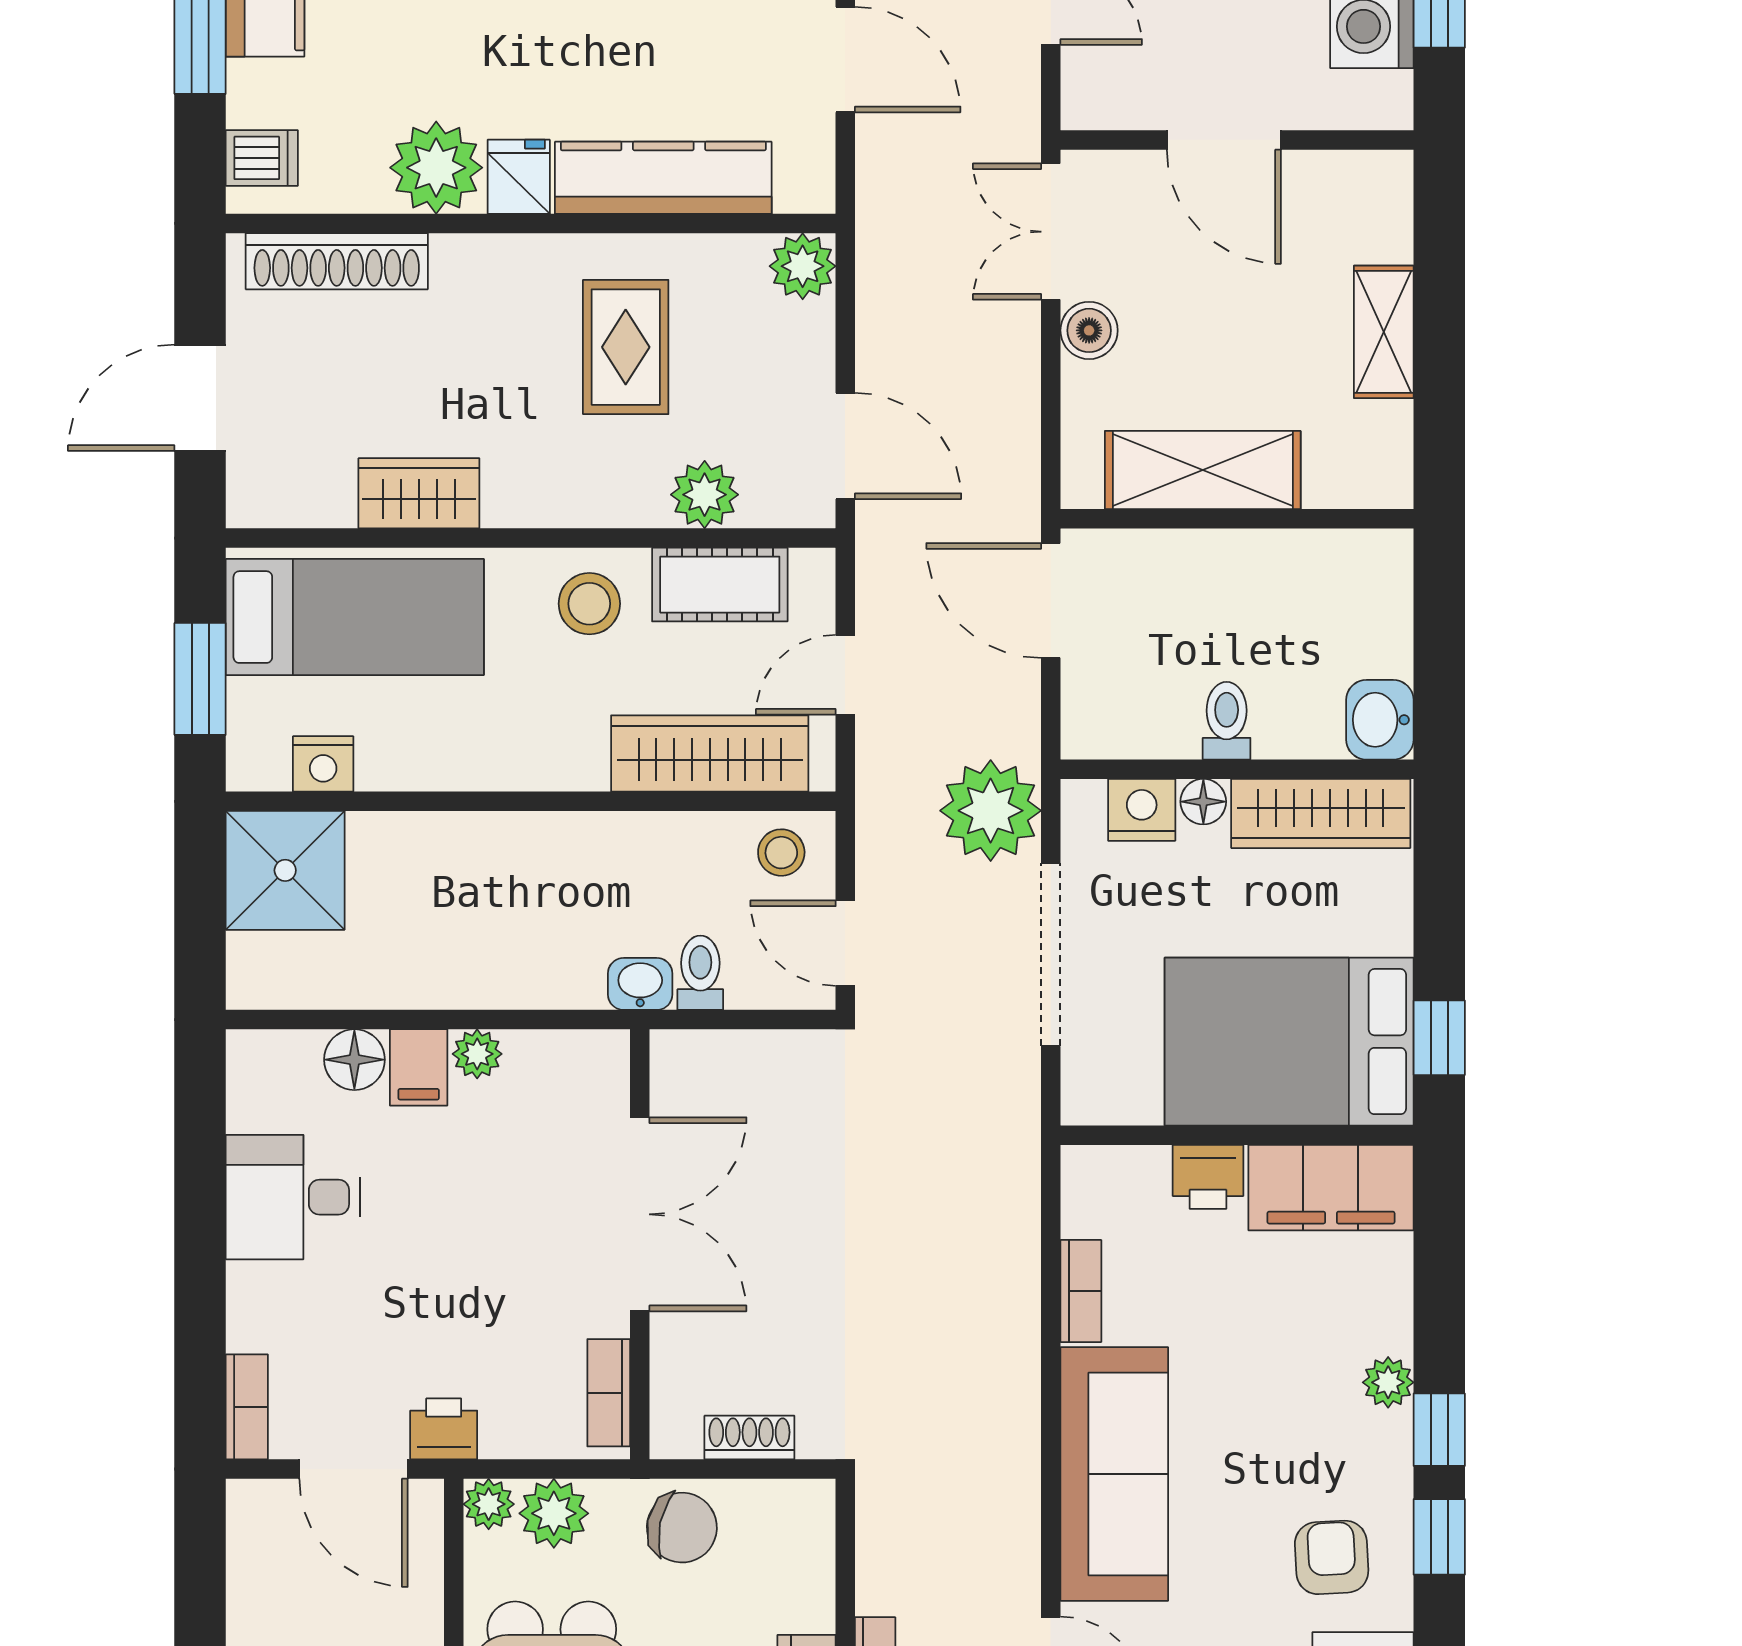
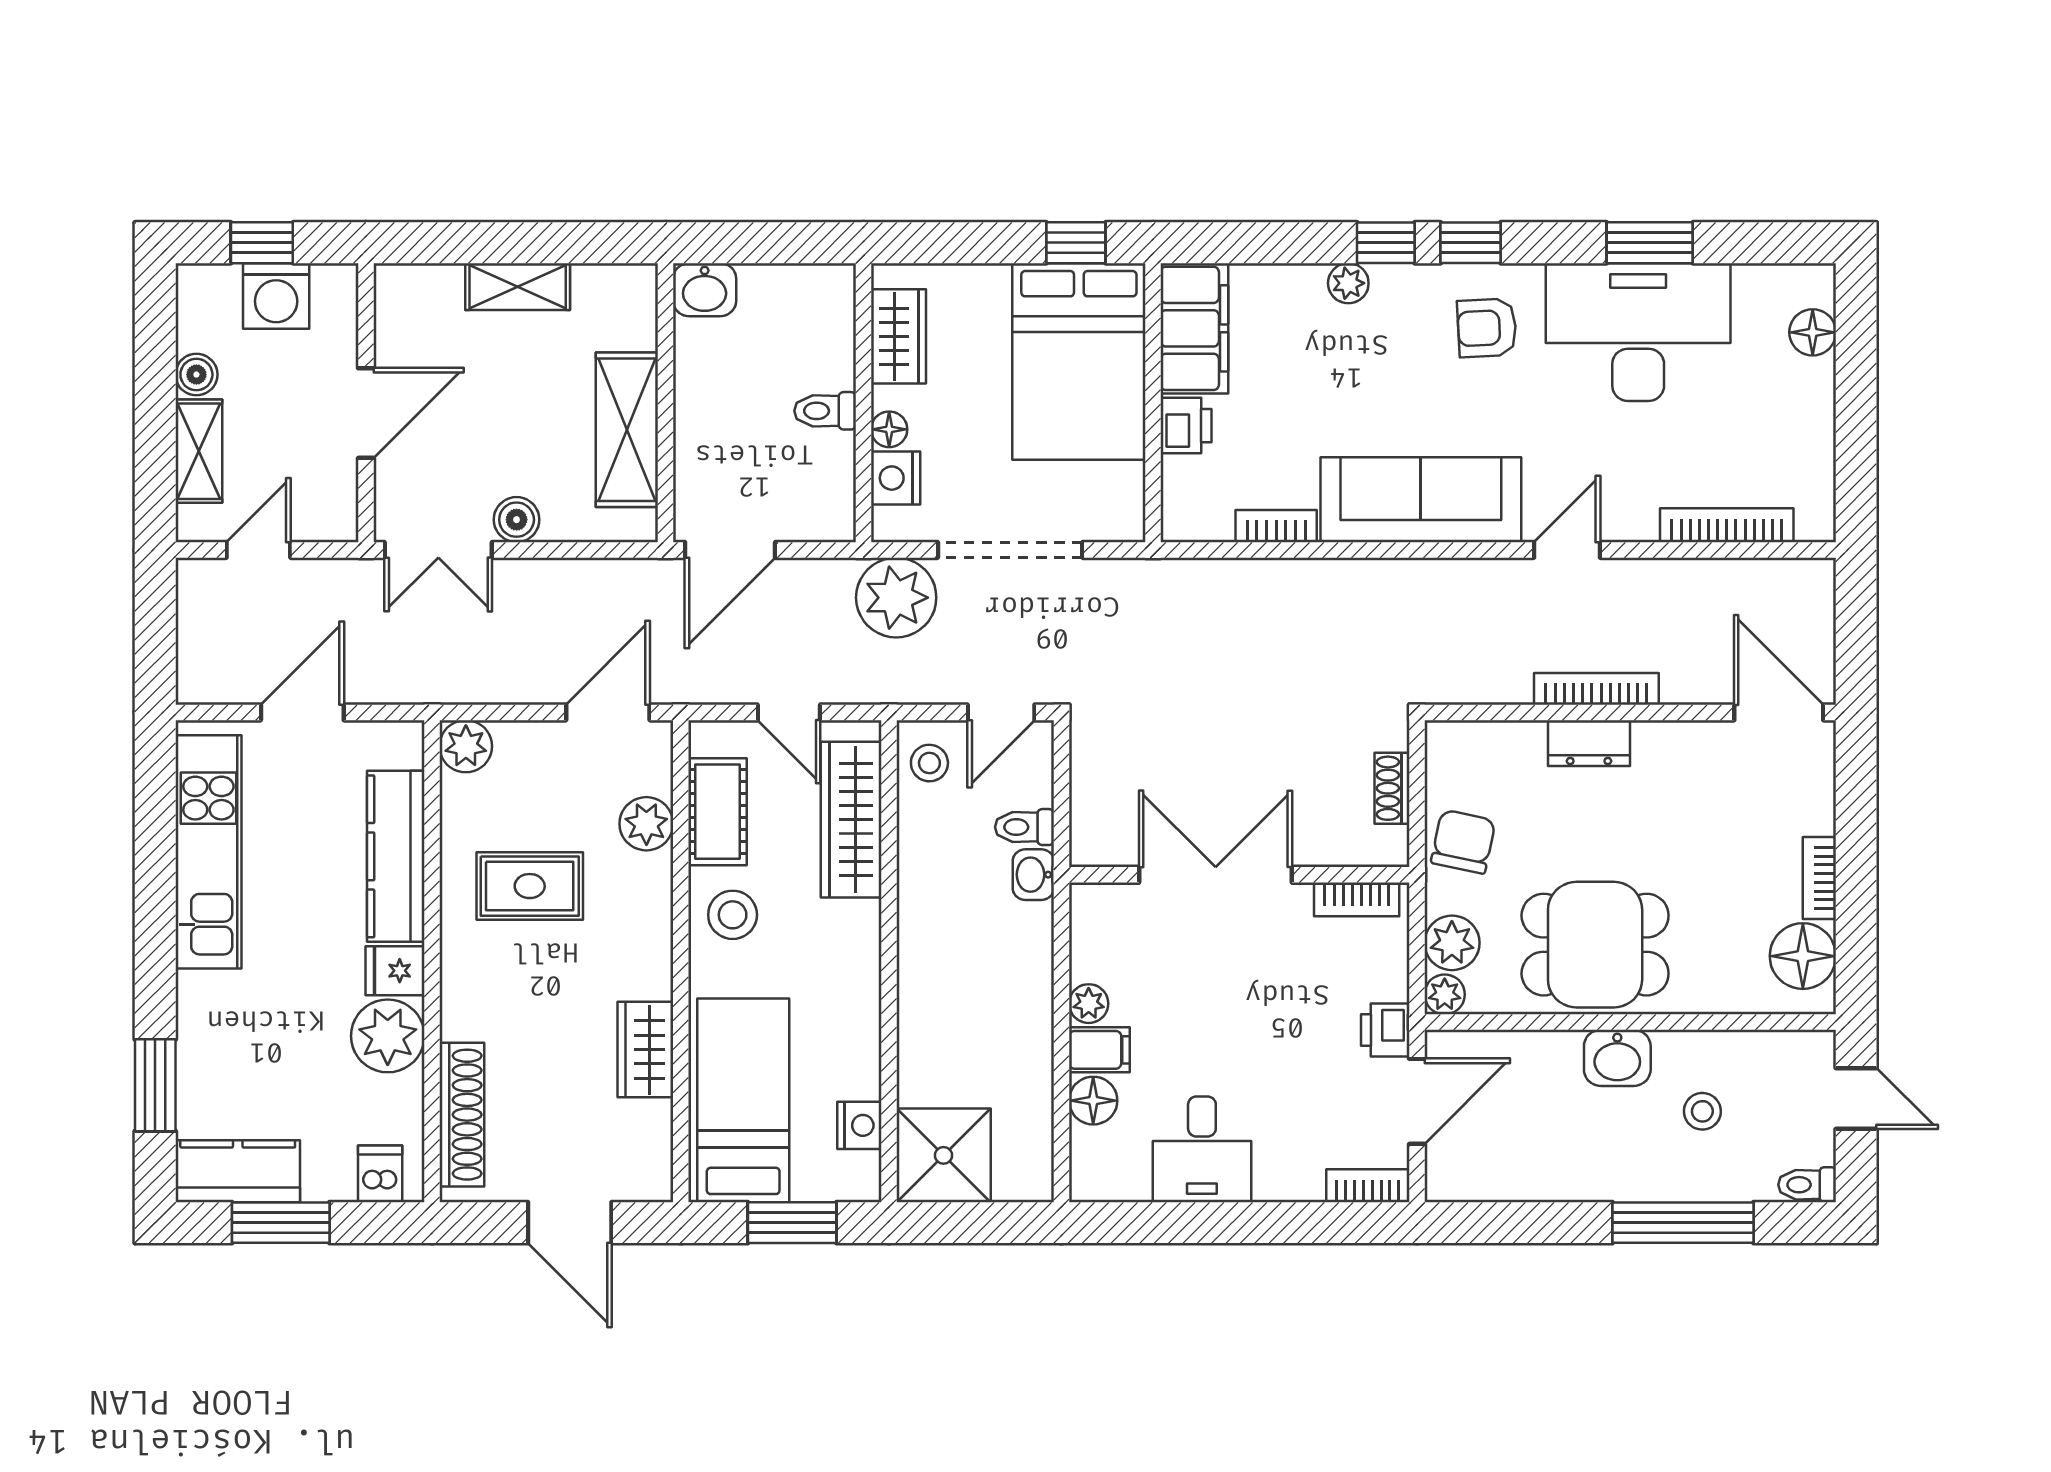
washbasin: (1380, 720) -> (705, 290), moved
wardrobe: (1321, 813) -> (899, 336), width x0.67

